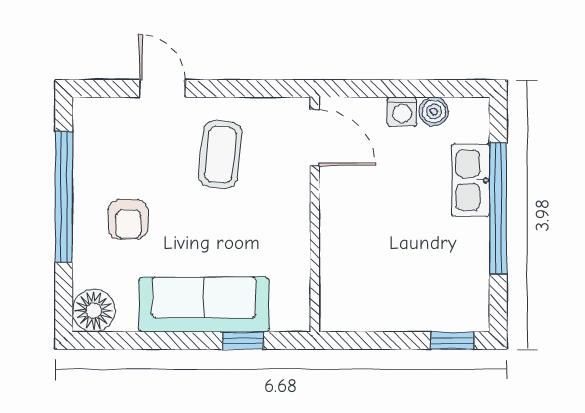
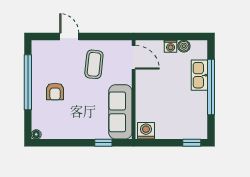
sofa: (204, 305) -> (120, 112), moved, turned -90
floor lamp: (94, 311) -> (36, 134), width x0.53, depth x0.53
washing machine: (344, 312) -> (146, 131), added

